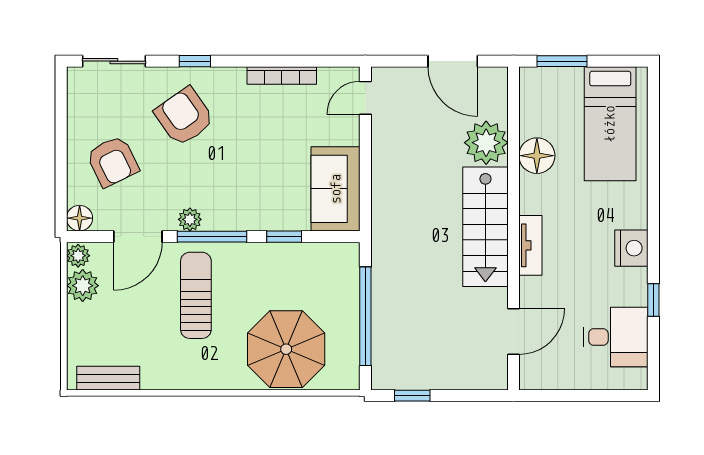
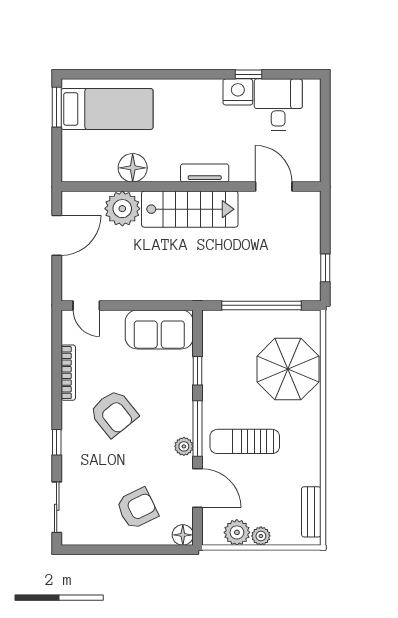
window: (562, 61) -> (57, 107), moved
armchair: (184, 117) -> (114, 413), moved, turned -94
nightstand: (631, 248) -> (238, 92), moved
plant: (78, 256) -> (261, 536), moved

